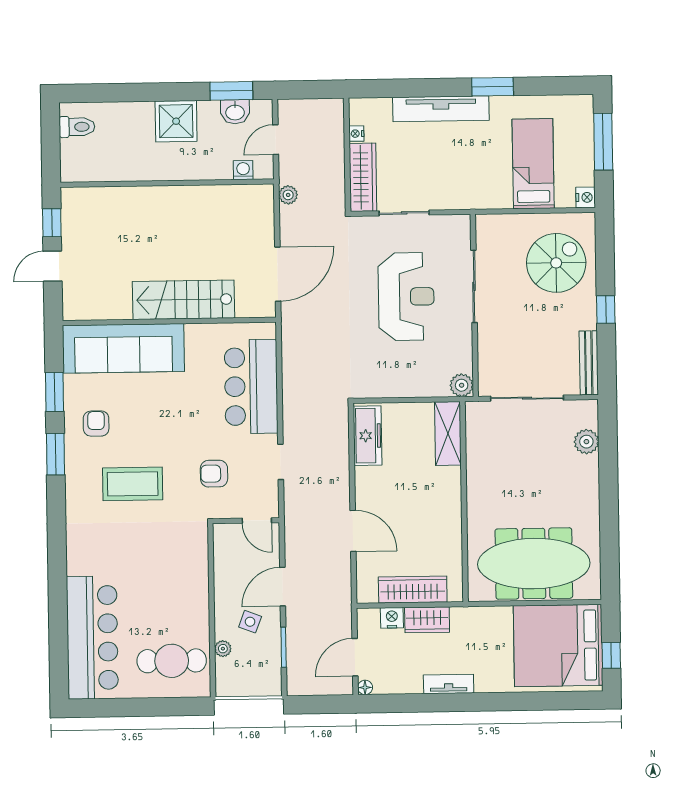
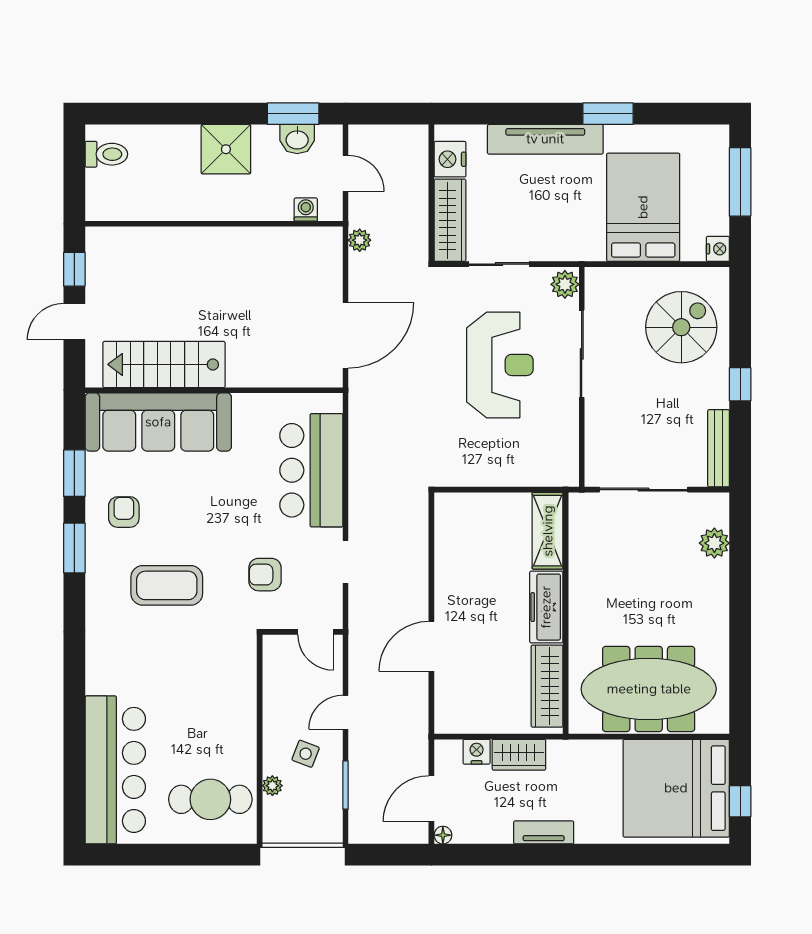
nightstand: (356, 134) -> (450, 159), width x1.89, depth x1.79
door: (276, 140) -> (345, 173), swing flipped
bed: (533, 164) -> (643, 207), width x1.50
stairs: (184, 300) -> (164, 364), moved
plant: (462, 385) -> (565, 284), moved
freezer: (368, 436) -> (546, 607), moved, turned 180
door: (353, 531) -> (431, 646), swing flipped
door: (283, 587) -> (345, 712), width x0.73
wardrobe: (413, 590) -> (547, 686), moved, turned -90

